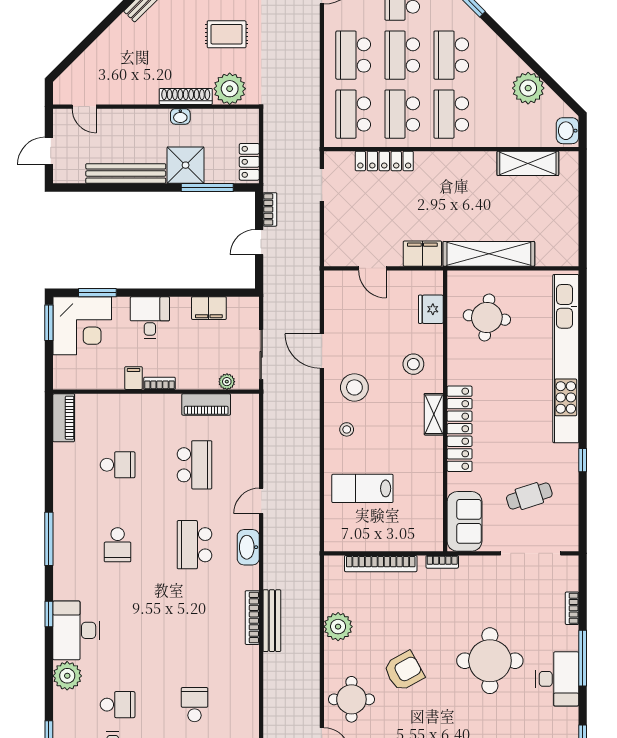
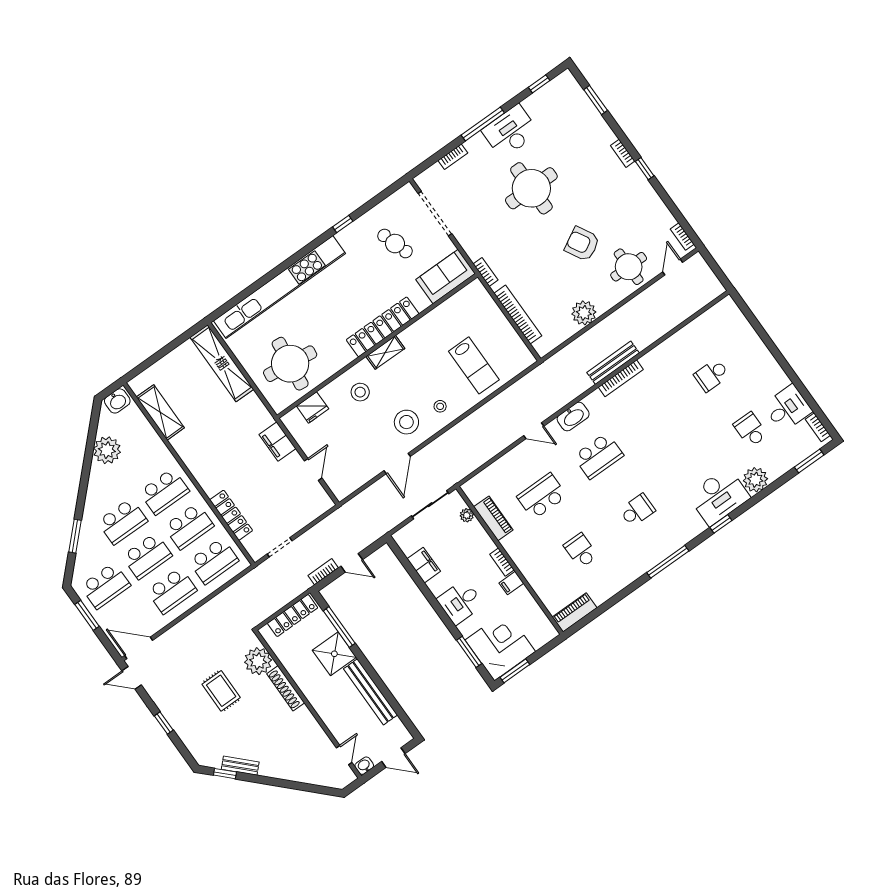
washbasin: (180, 116) -> (364, 766), moved, turned -90
locker: (249, 162) -> (293, 616), width x1.53
shelving: (489, 254) -> (222, 363), moved
round table: (487, 317) -> (290, 364), width x1.36, depth x1.36

